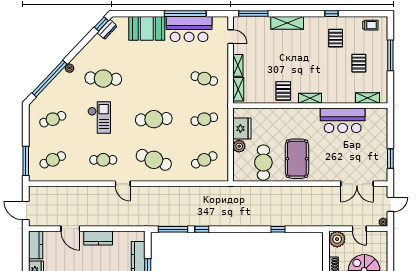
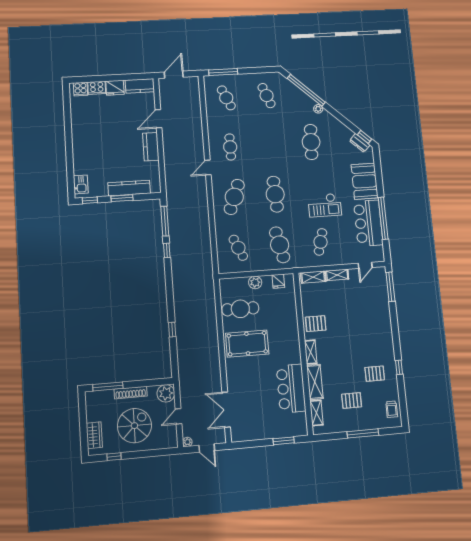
shelving: (287, 23) -> (315, 382), moved
checkout: (99, 118) -> (325, 205), moved
cafe table: (204, 119) -> (280, 245), width x1.37, depth x1.35
fridge: (242, 128) -> (278, 281), width x0.53, depth x0.75
window: (390, 159) -> (284, 441), moved

